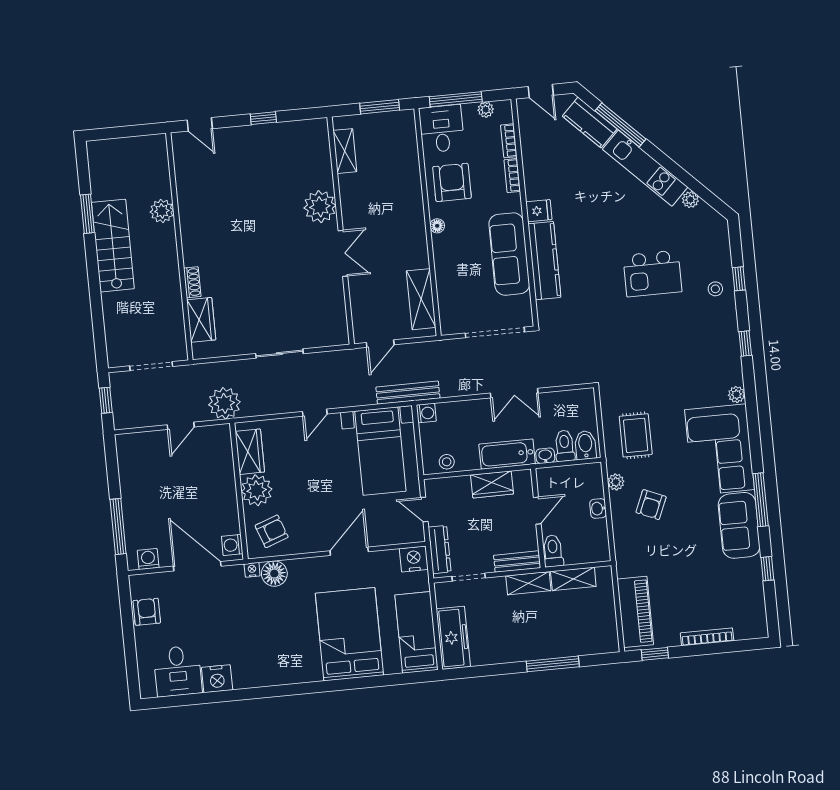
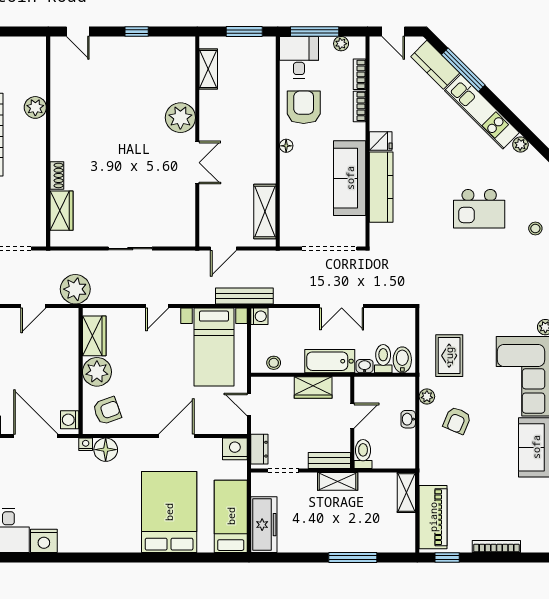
dresser: (440, 550) -> (259, 449), width x0.70
shelving: (573, 579) -> (406, 492), moved, turned 90

